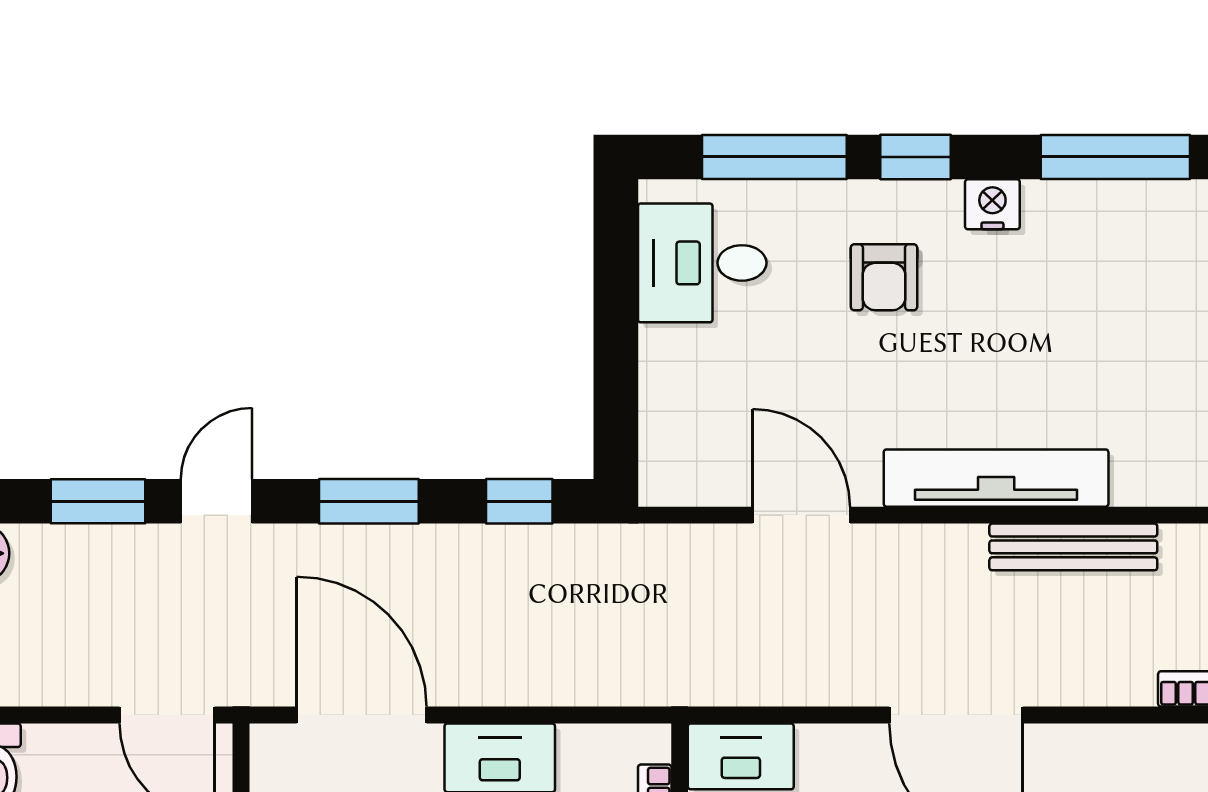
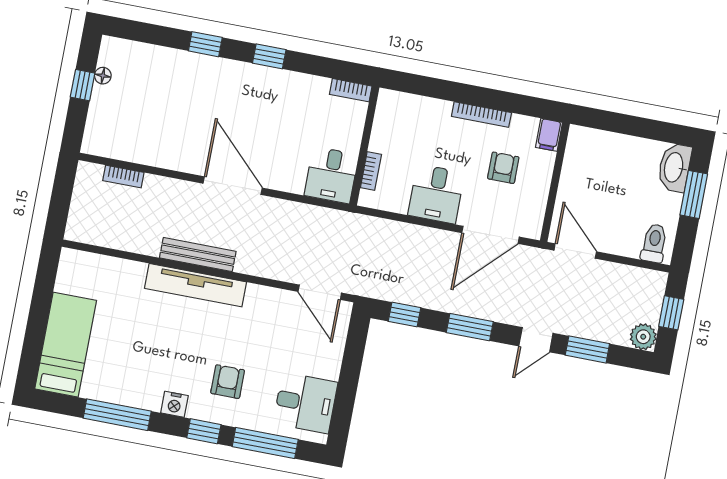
door: (801, 515) -> (320, 292), moved
bench: (1073, 547) -> (198, 255), moved
door: (362, 715) -> (491, 235), hinge flipped

